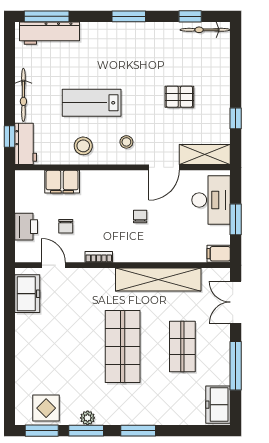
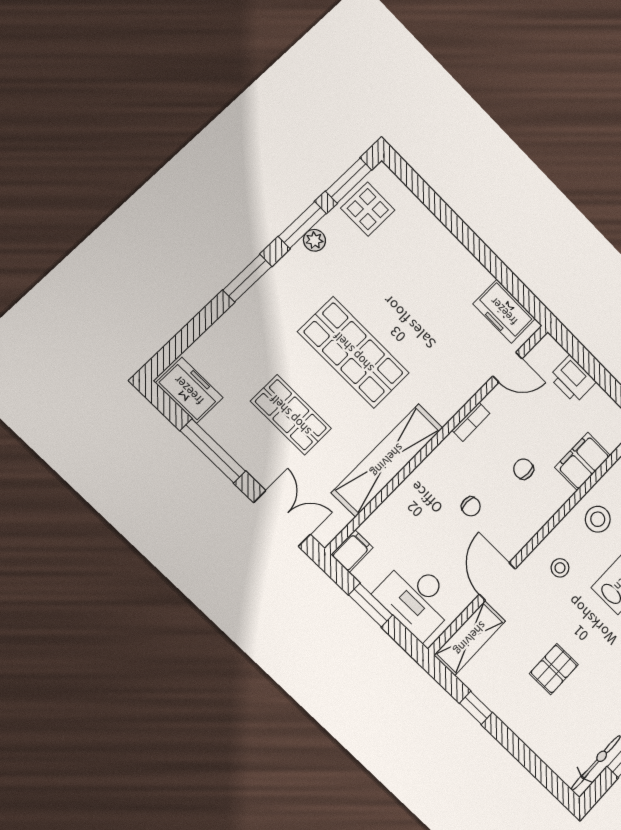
chair: (66, 226) -> (523, 469), moved

